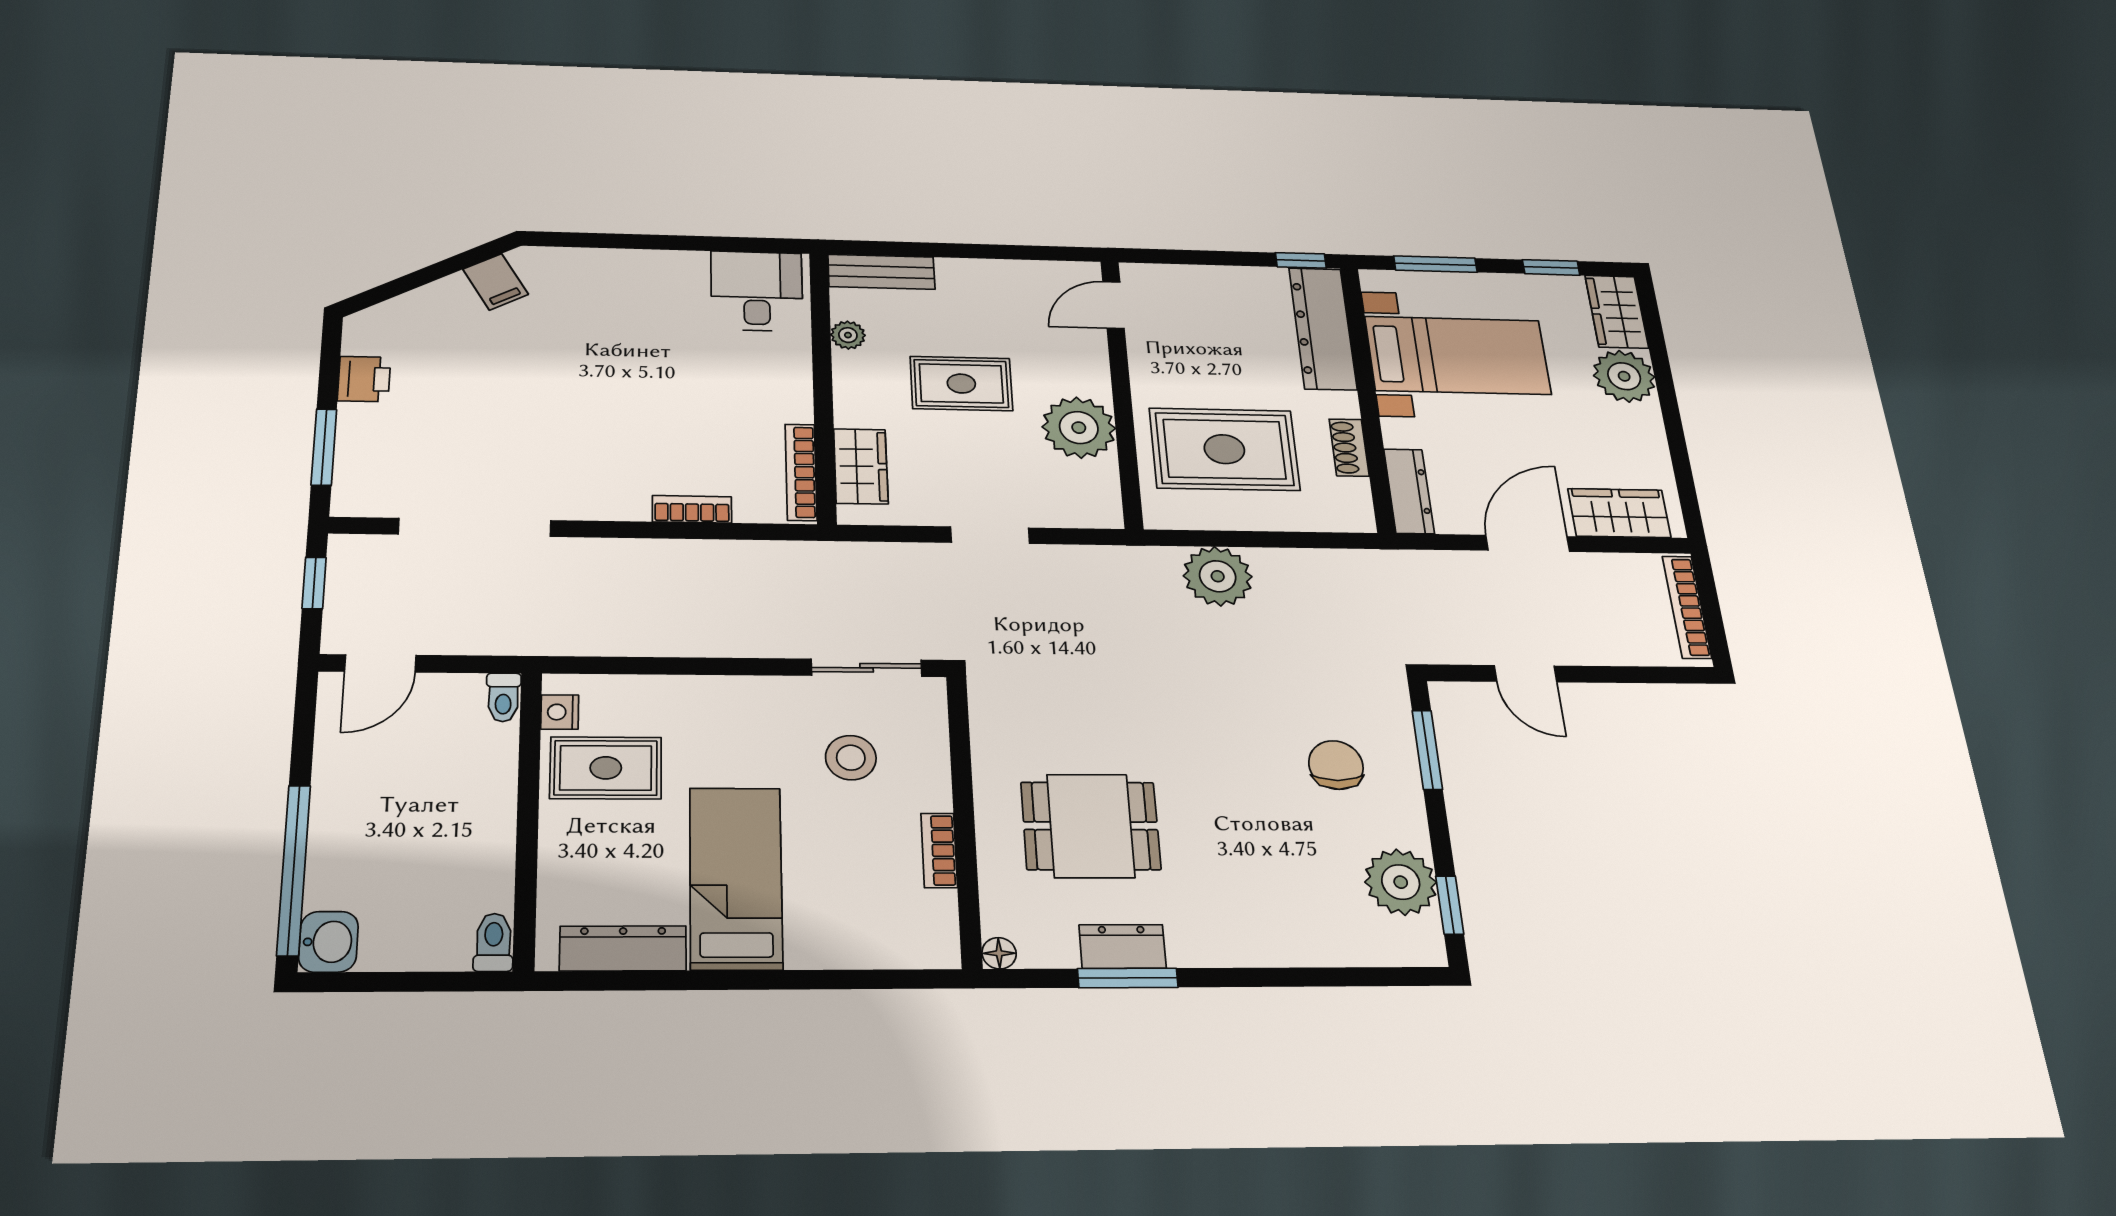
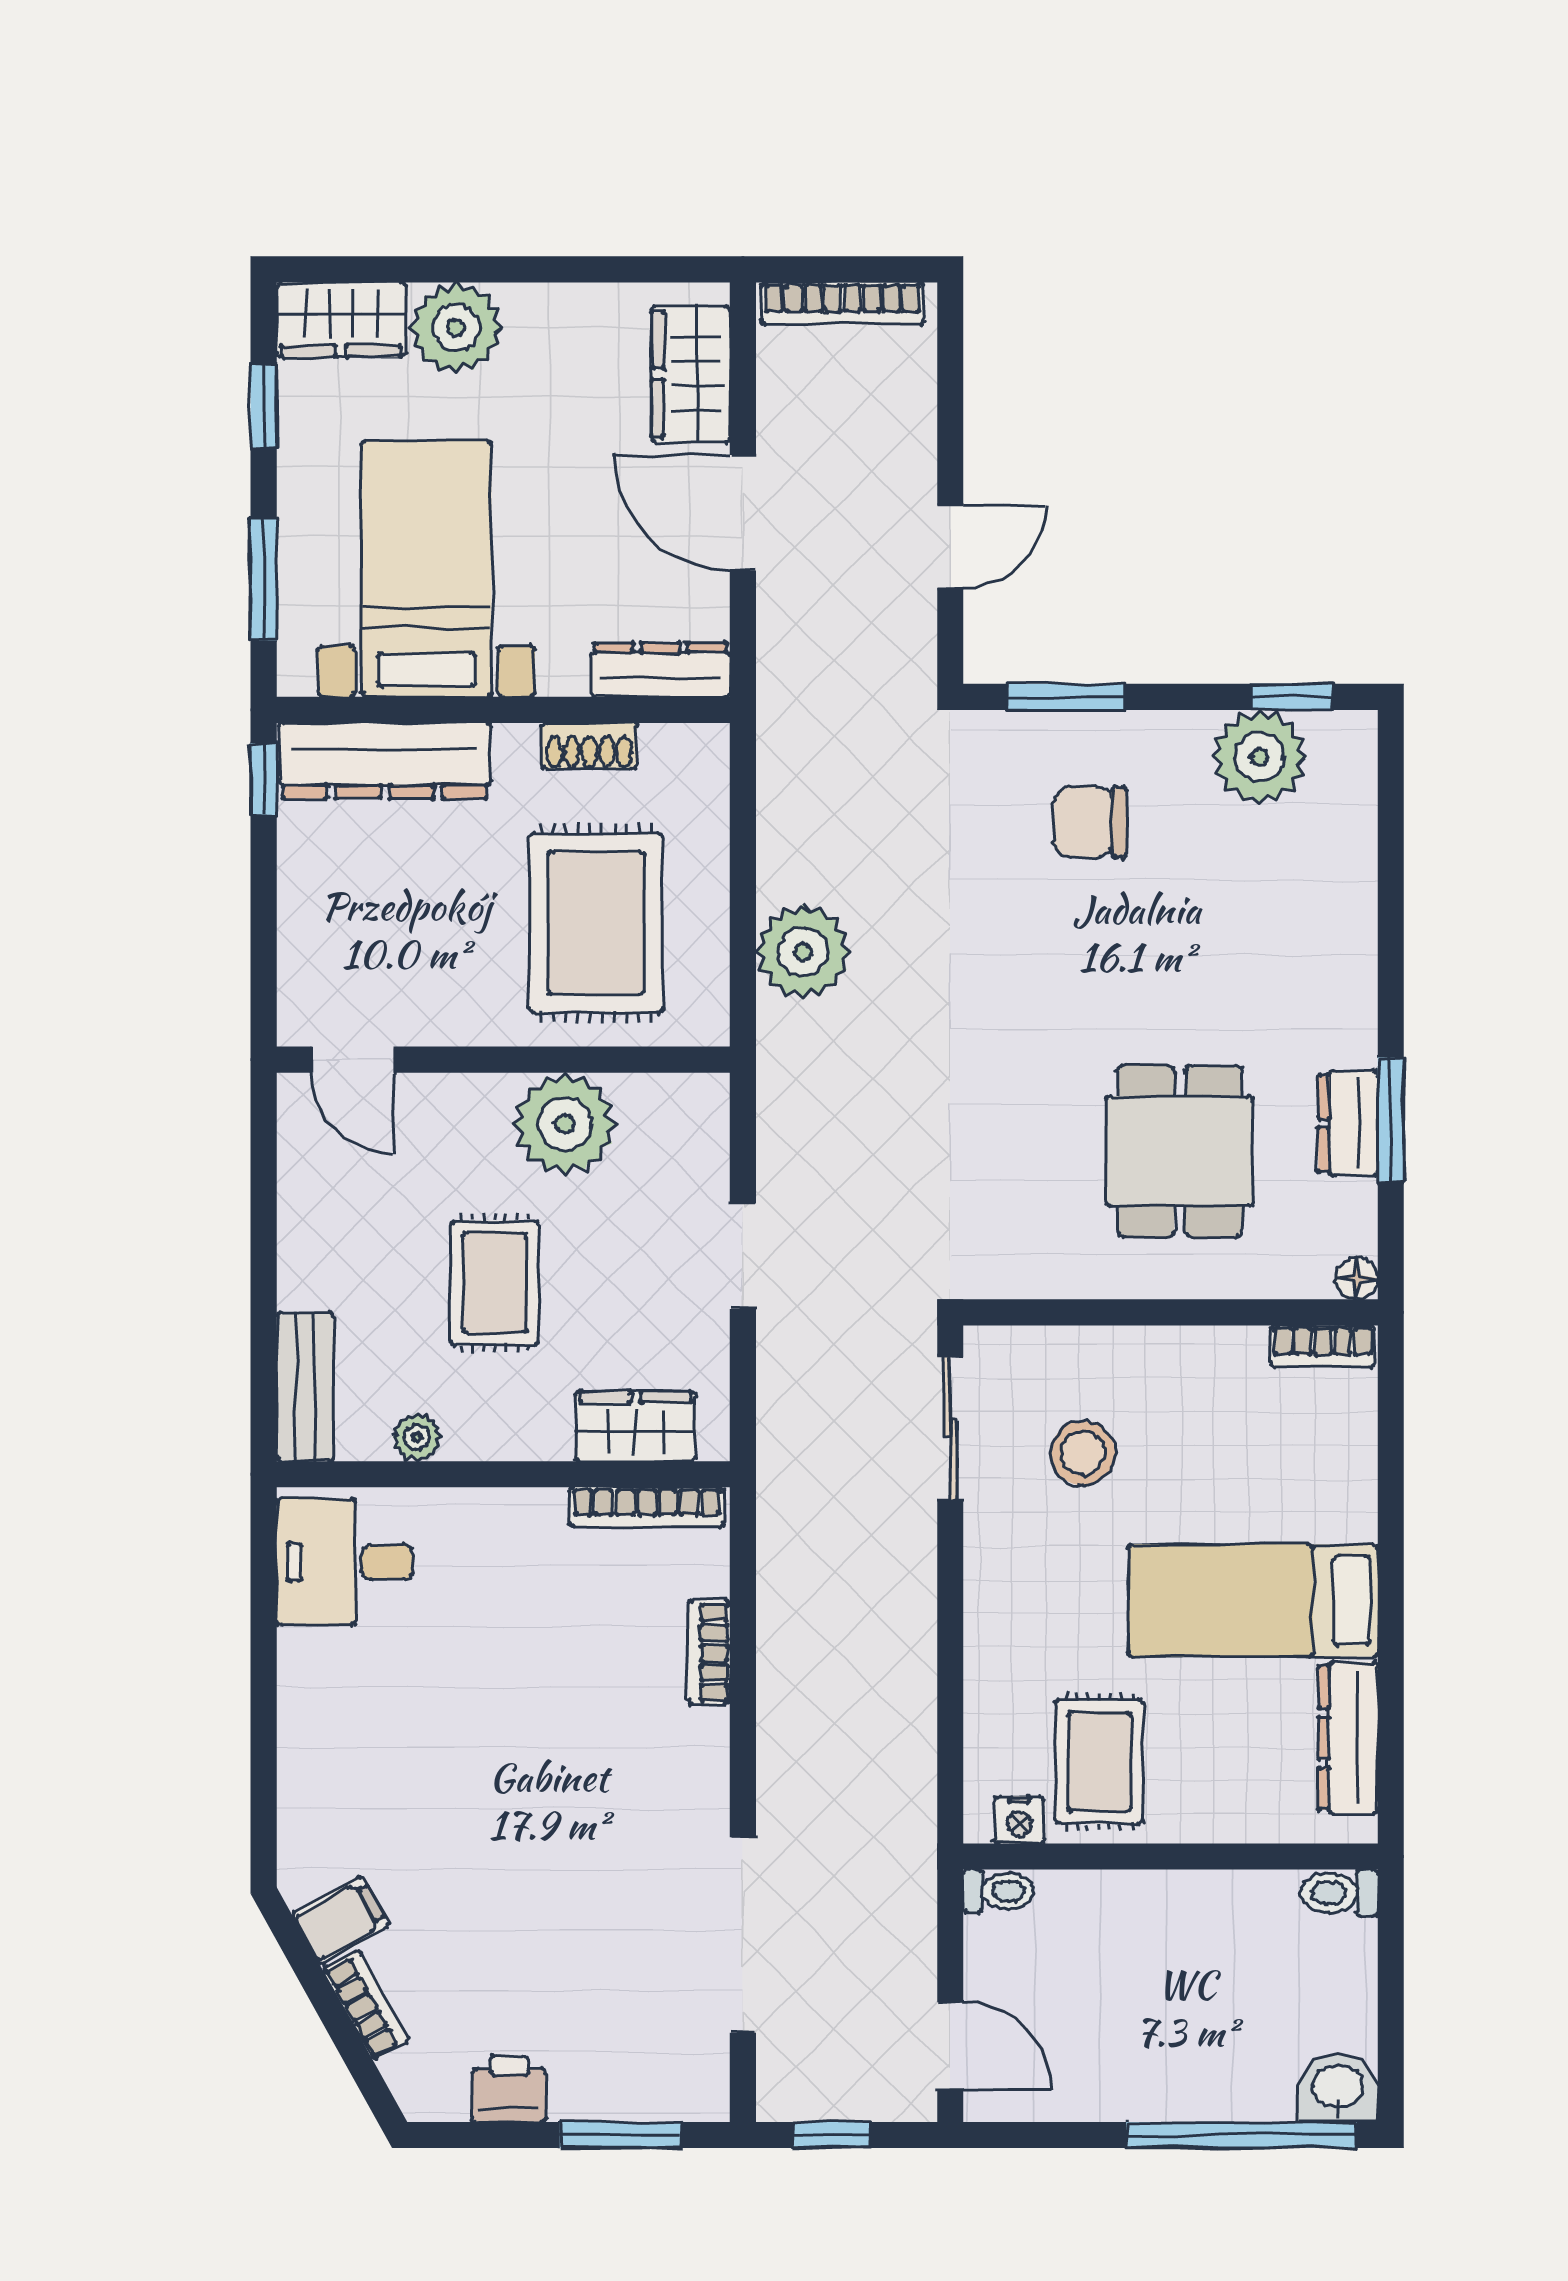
bookcase: (432, 295) -> (366, 2005), added
bookcase: (939, 850) -> (1323, 1346), moved

